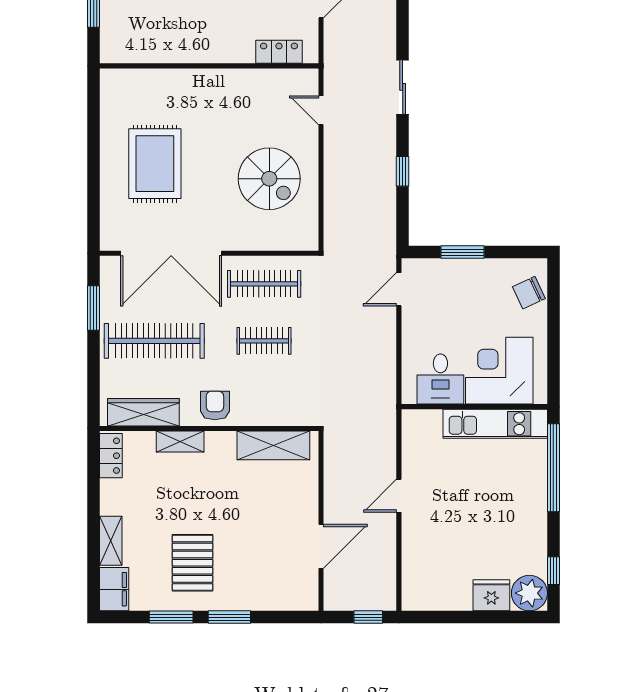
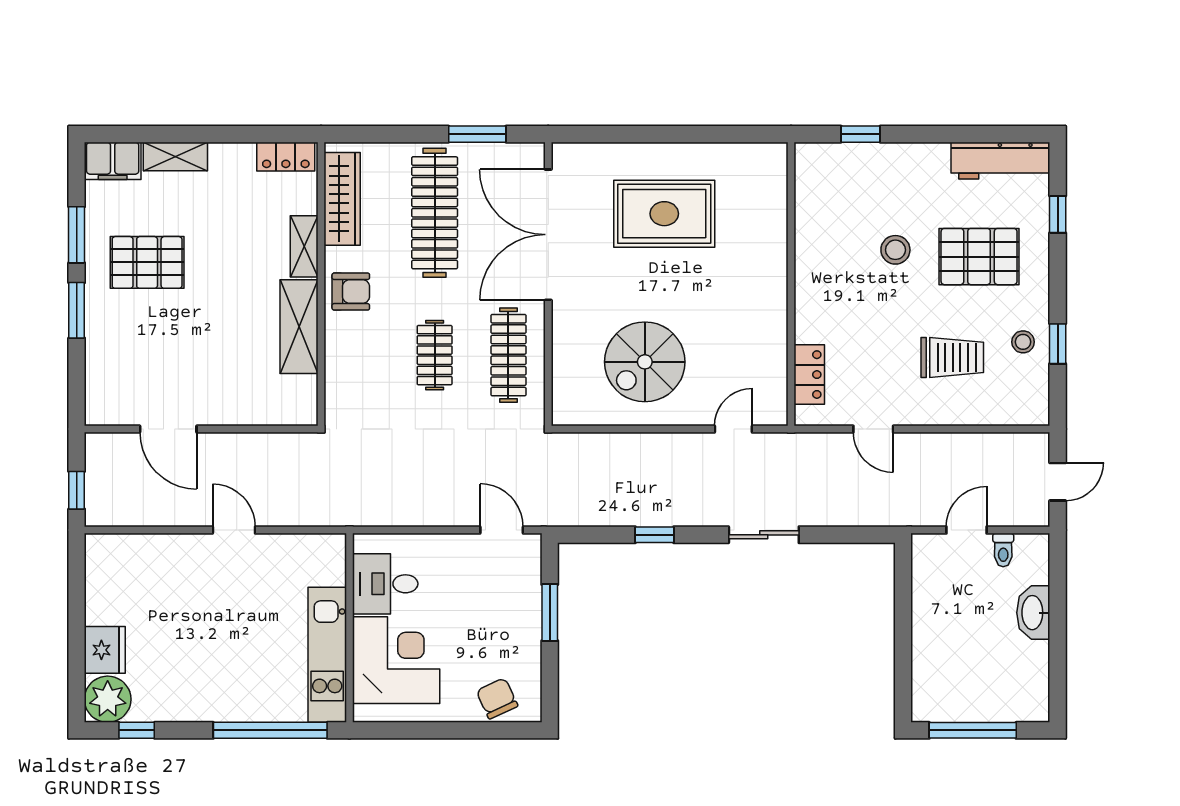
shelving: (273, 445) -> (299, 327), moved

